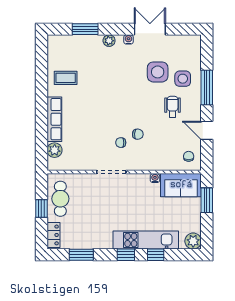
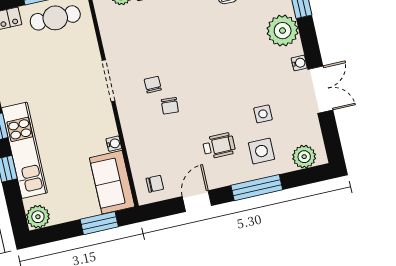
plant: (109, 41) -> (283, 31), width x1.88, depth x1.88
plant: (193, 50) -> (304, 157), added
side table: (158, 72) -> (263, 114), width x0.54, depth x0.54

